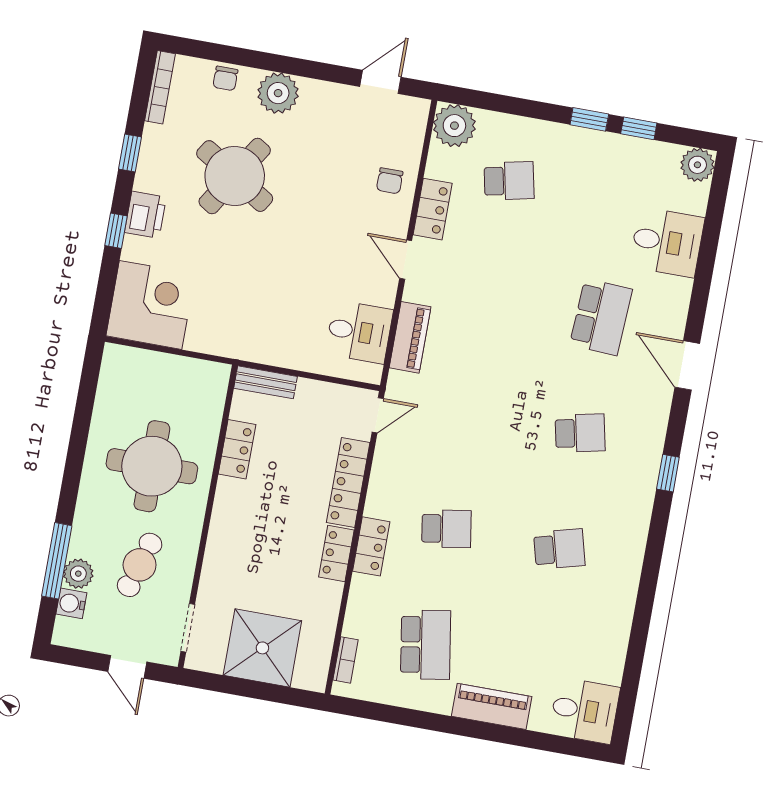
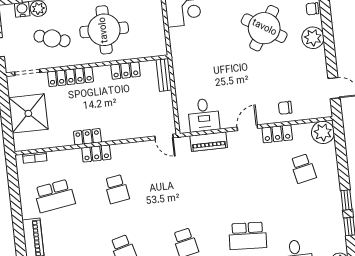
locker: (348, 482) -> (70, 77), moved, turned 180

